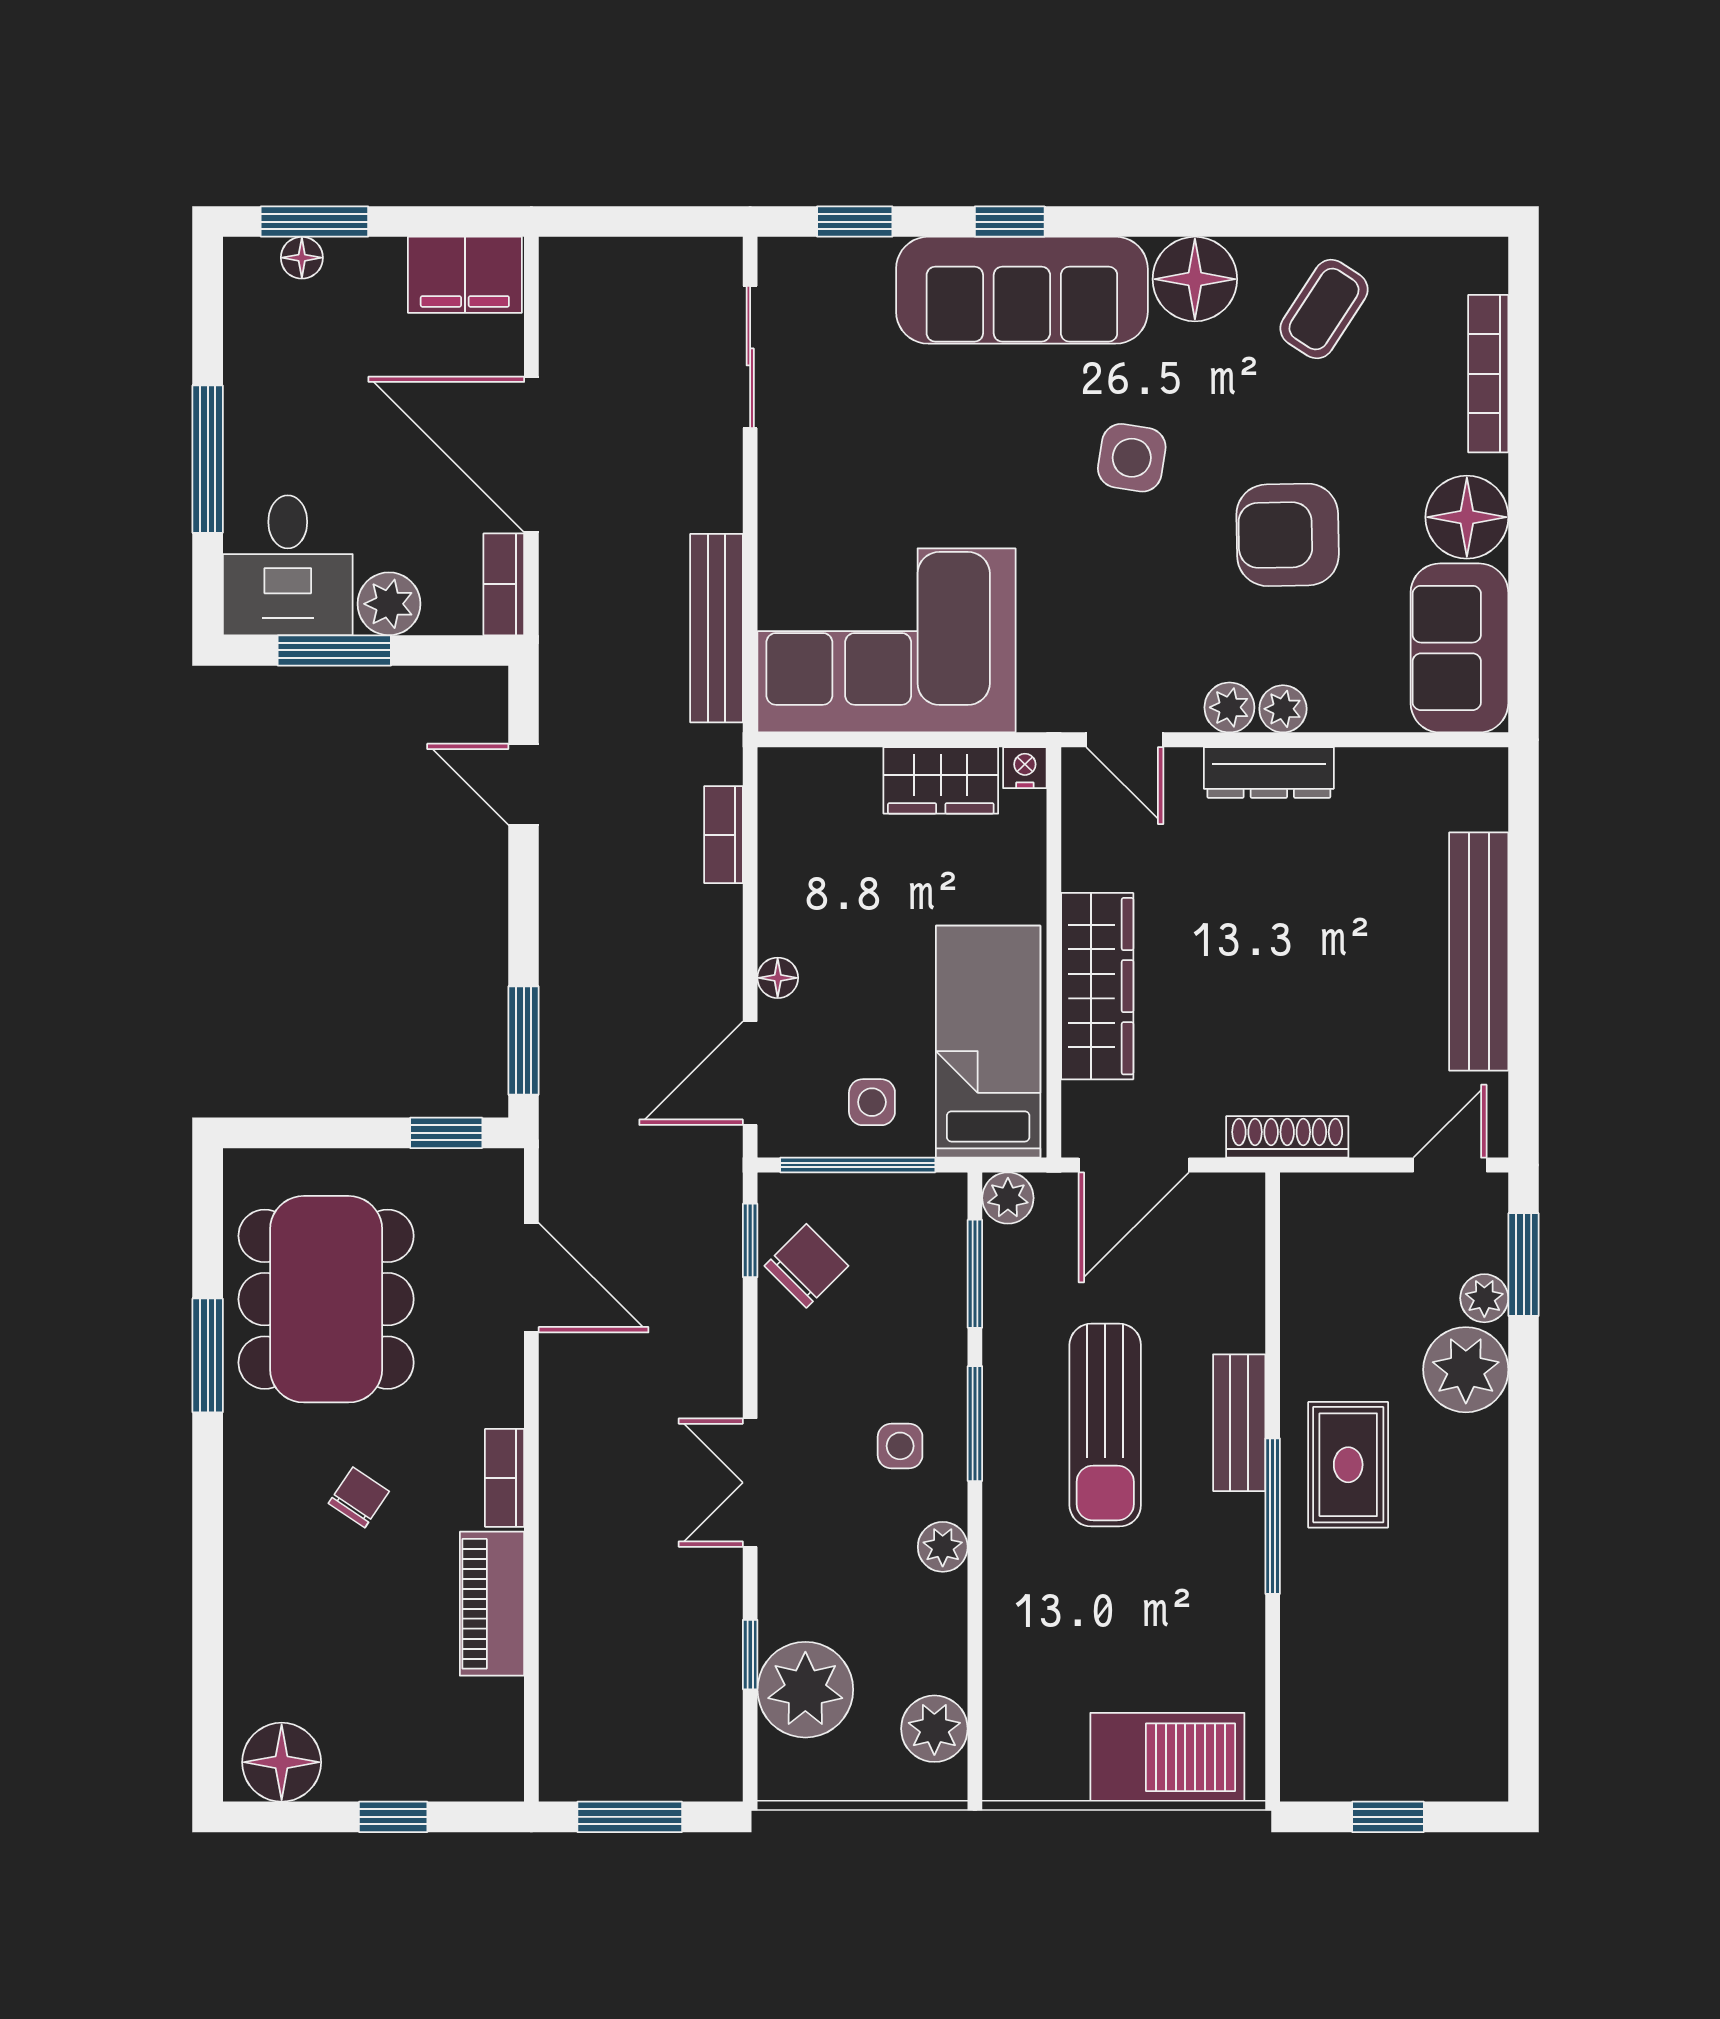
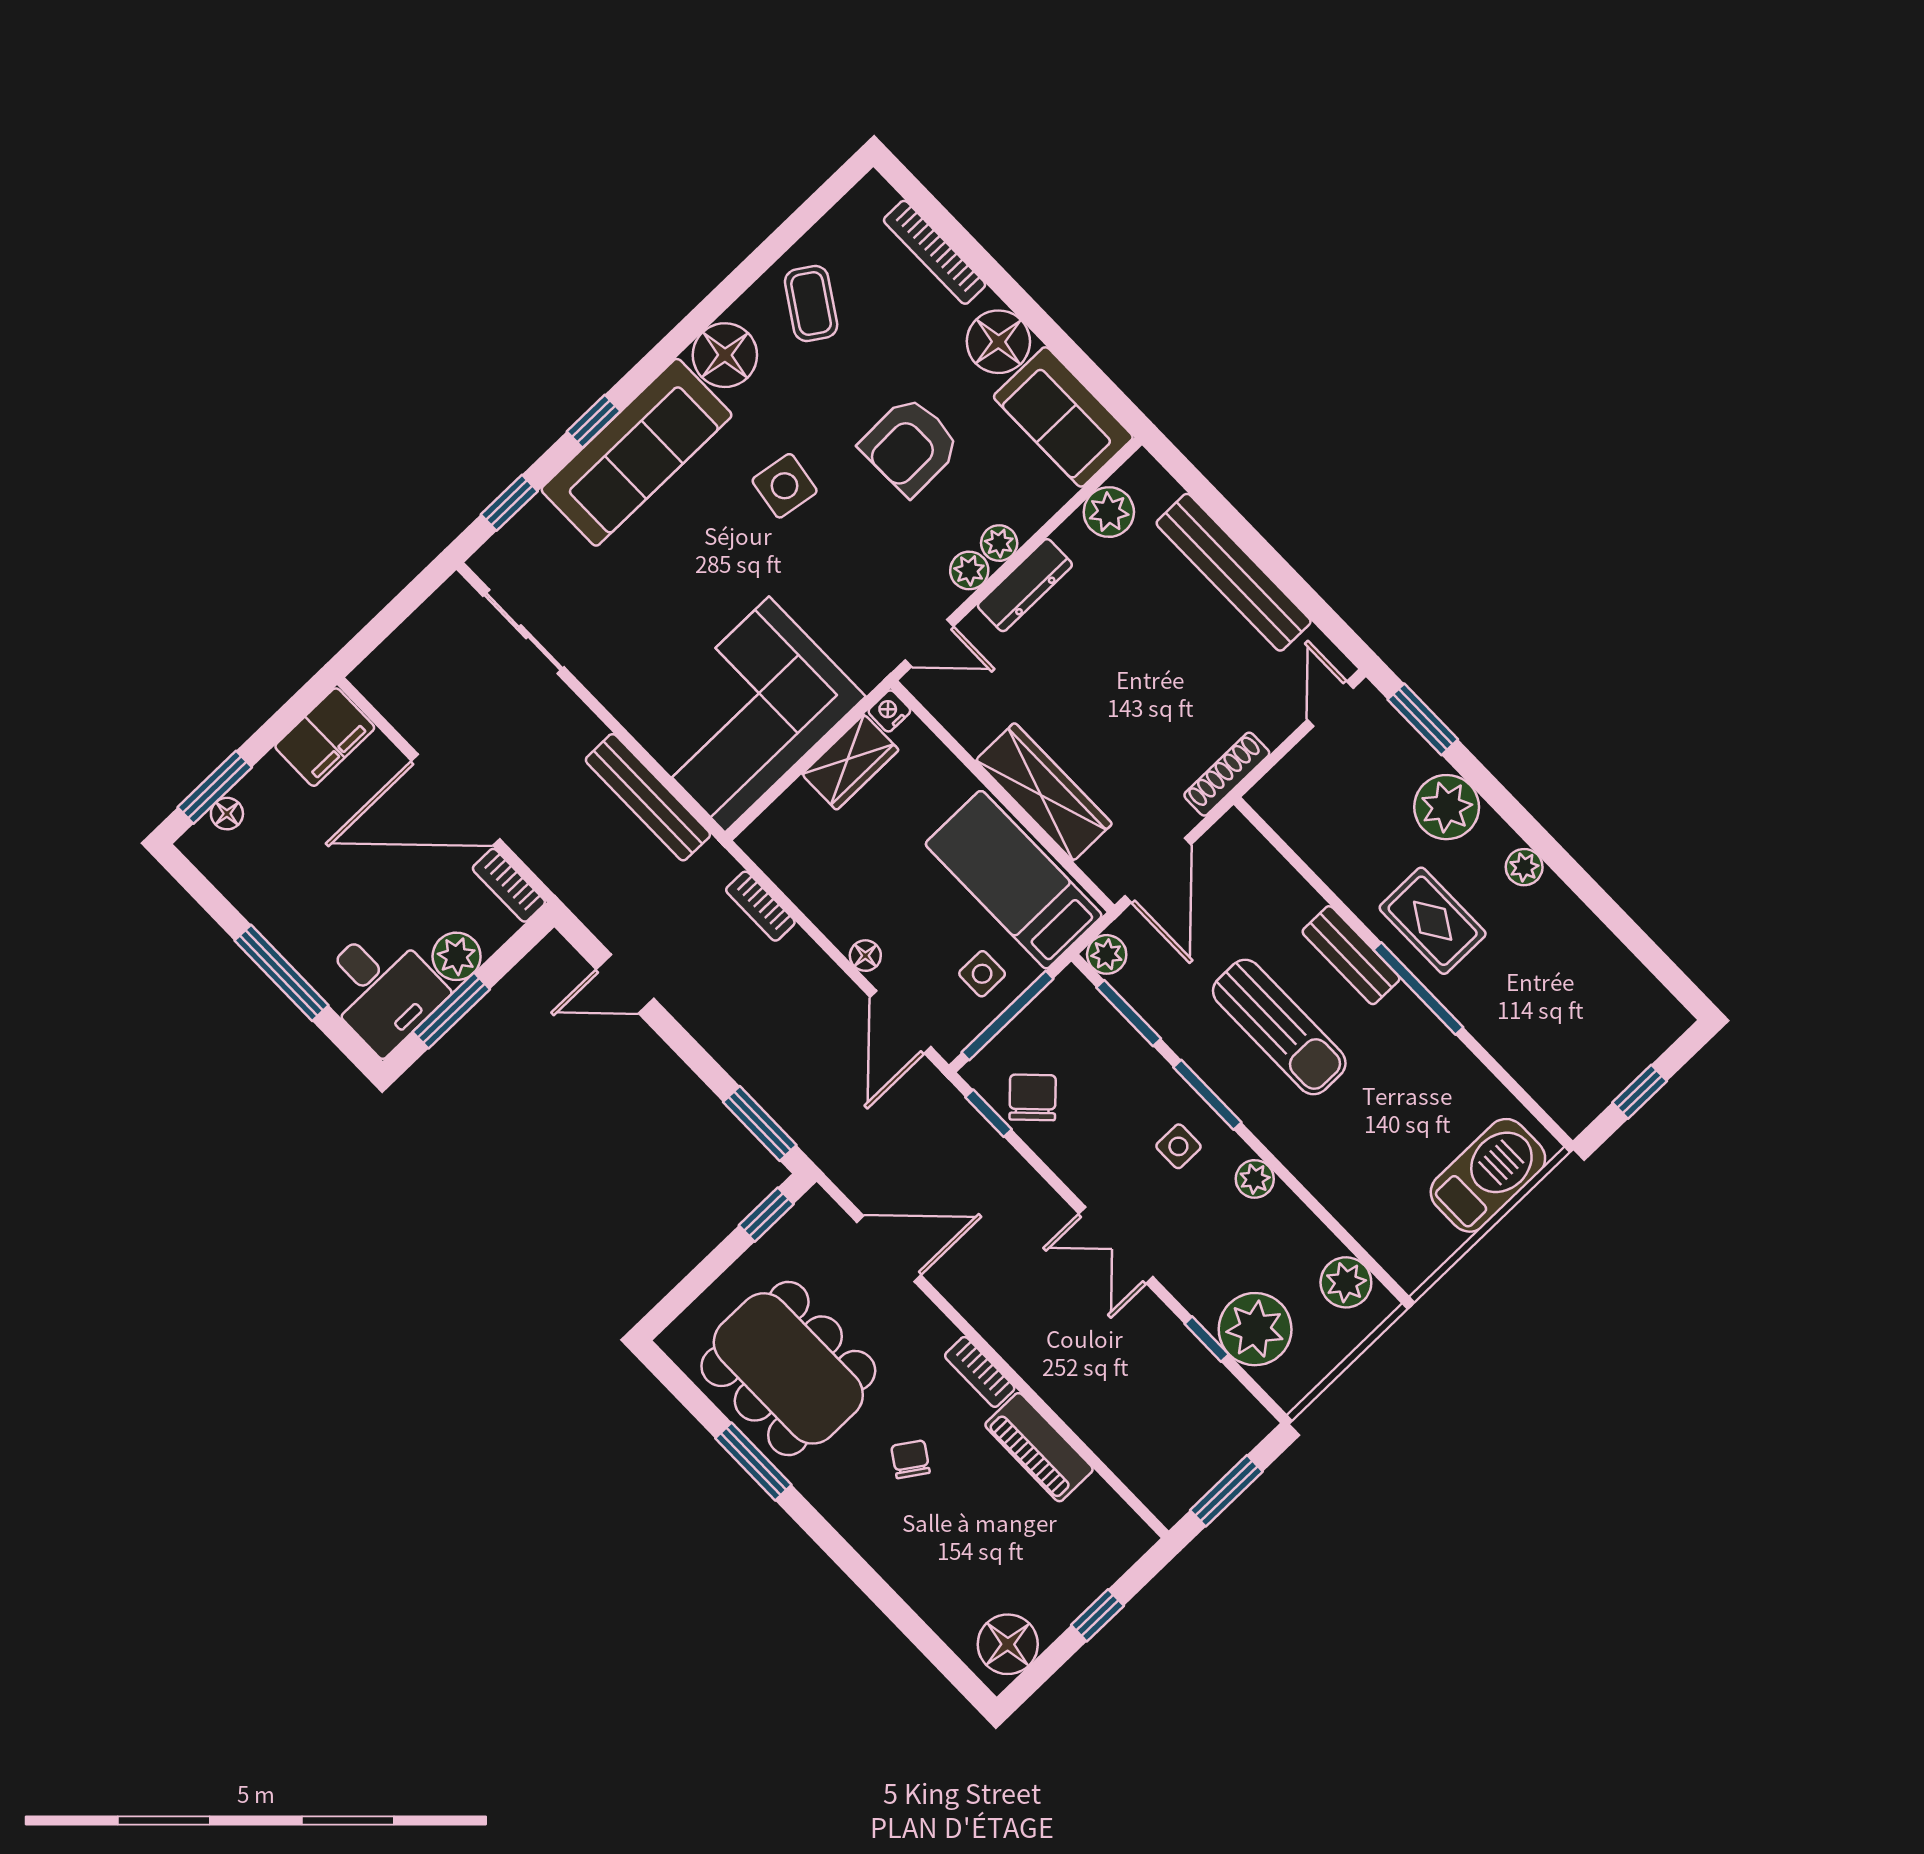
plant: (1415, 780) -> (1109, 512), added
plant: (1484, 1298) -> (1524, 867), moved

